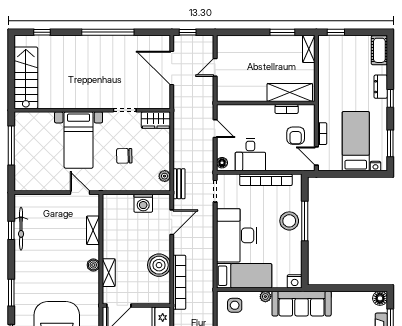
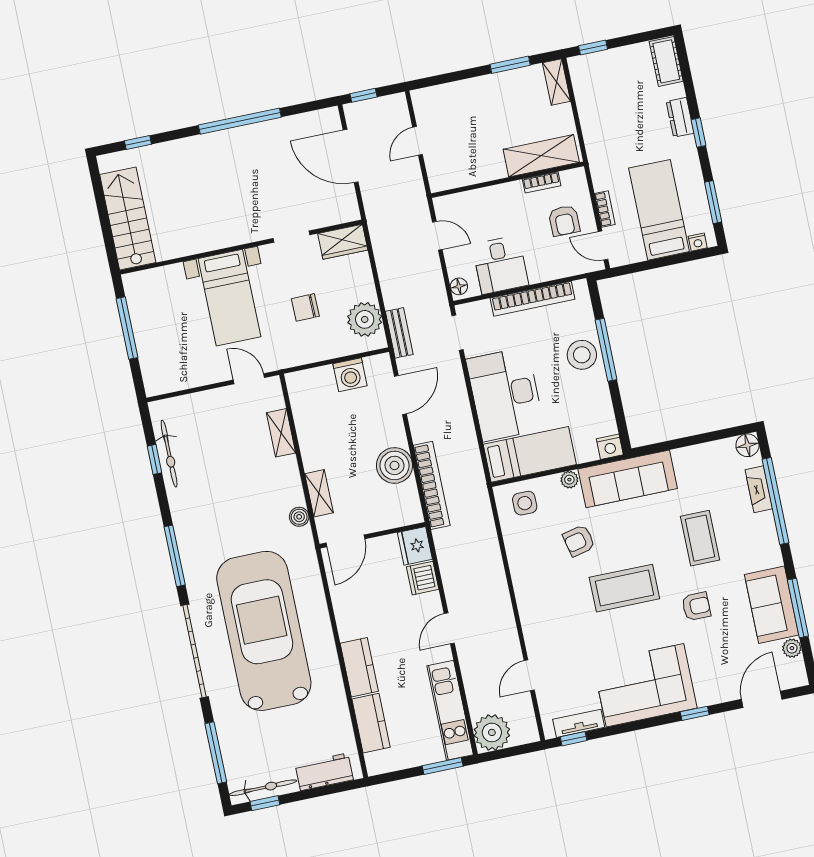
plant: (165, 176) -> (365, 319), width x1.88, depth x1.88
boiler: (93, 265) -> (299, 517), moved
window: (11, 293) -> (175, 556), width x1.44

